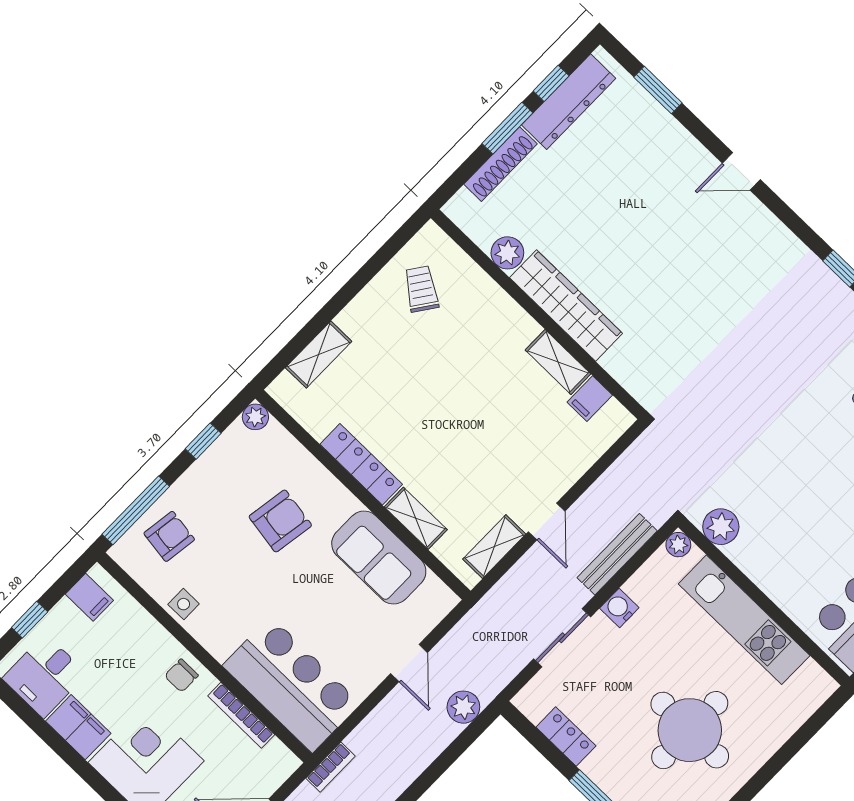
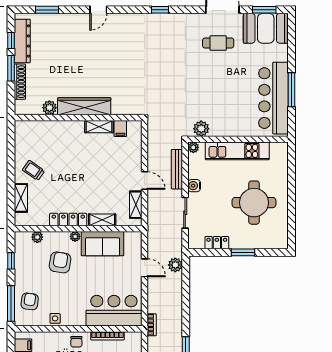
trolley: (421, 289) -> (34, 170), moved
plant: (255, 417) -> (37, 237), moved
plant: (346, 503) -> (75, 236), added

